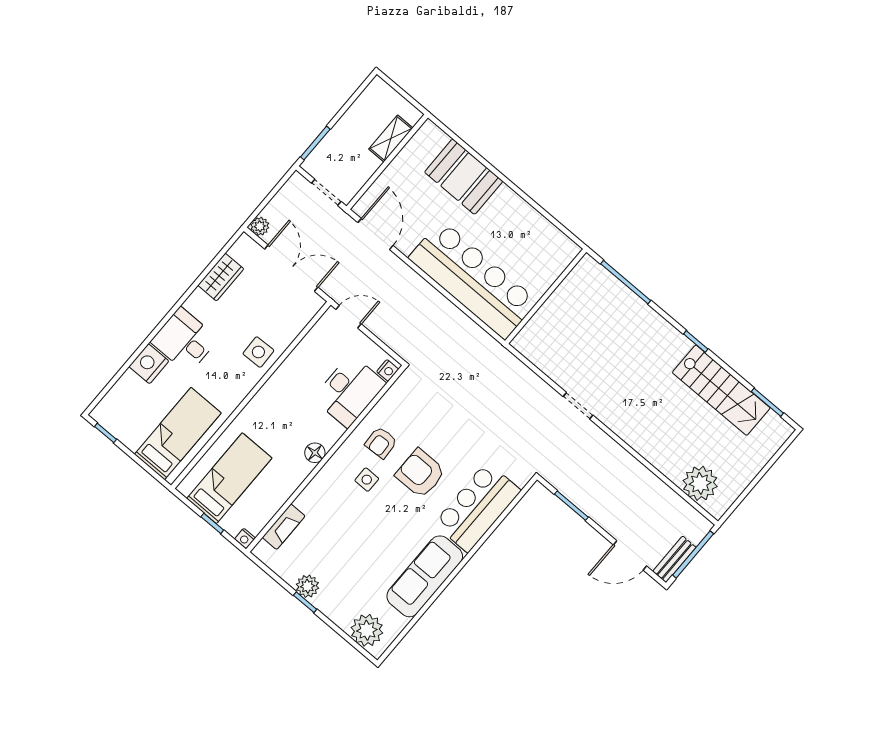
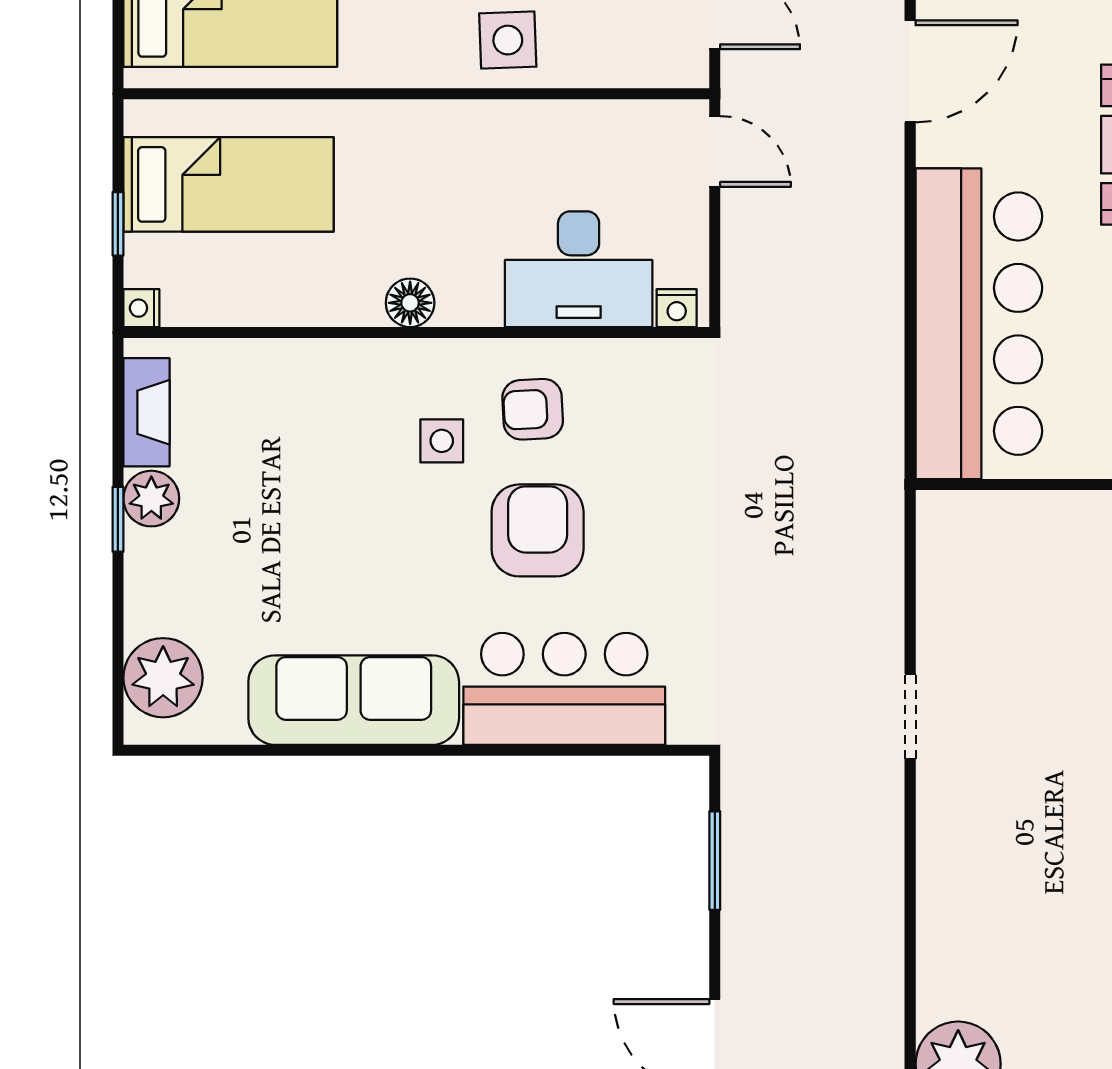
fireplace: (284, 527) -> (147, 412), moved, turned -90

